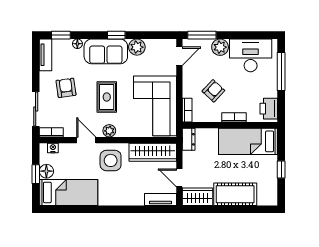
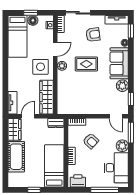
window: (116, 35) -> (131, 99), moved
corner sofa: (155, 106) -> (80, 99), removed

